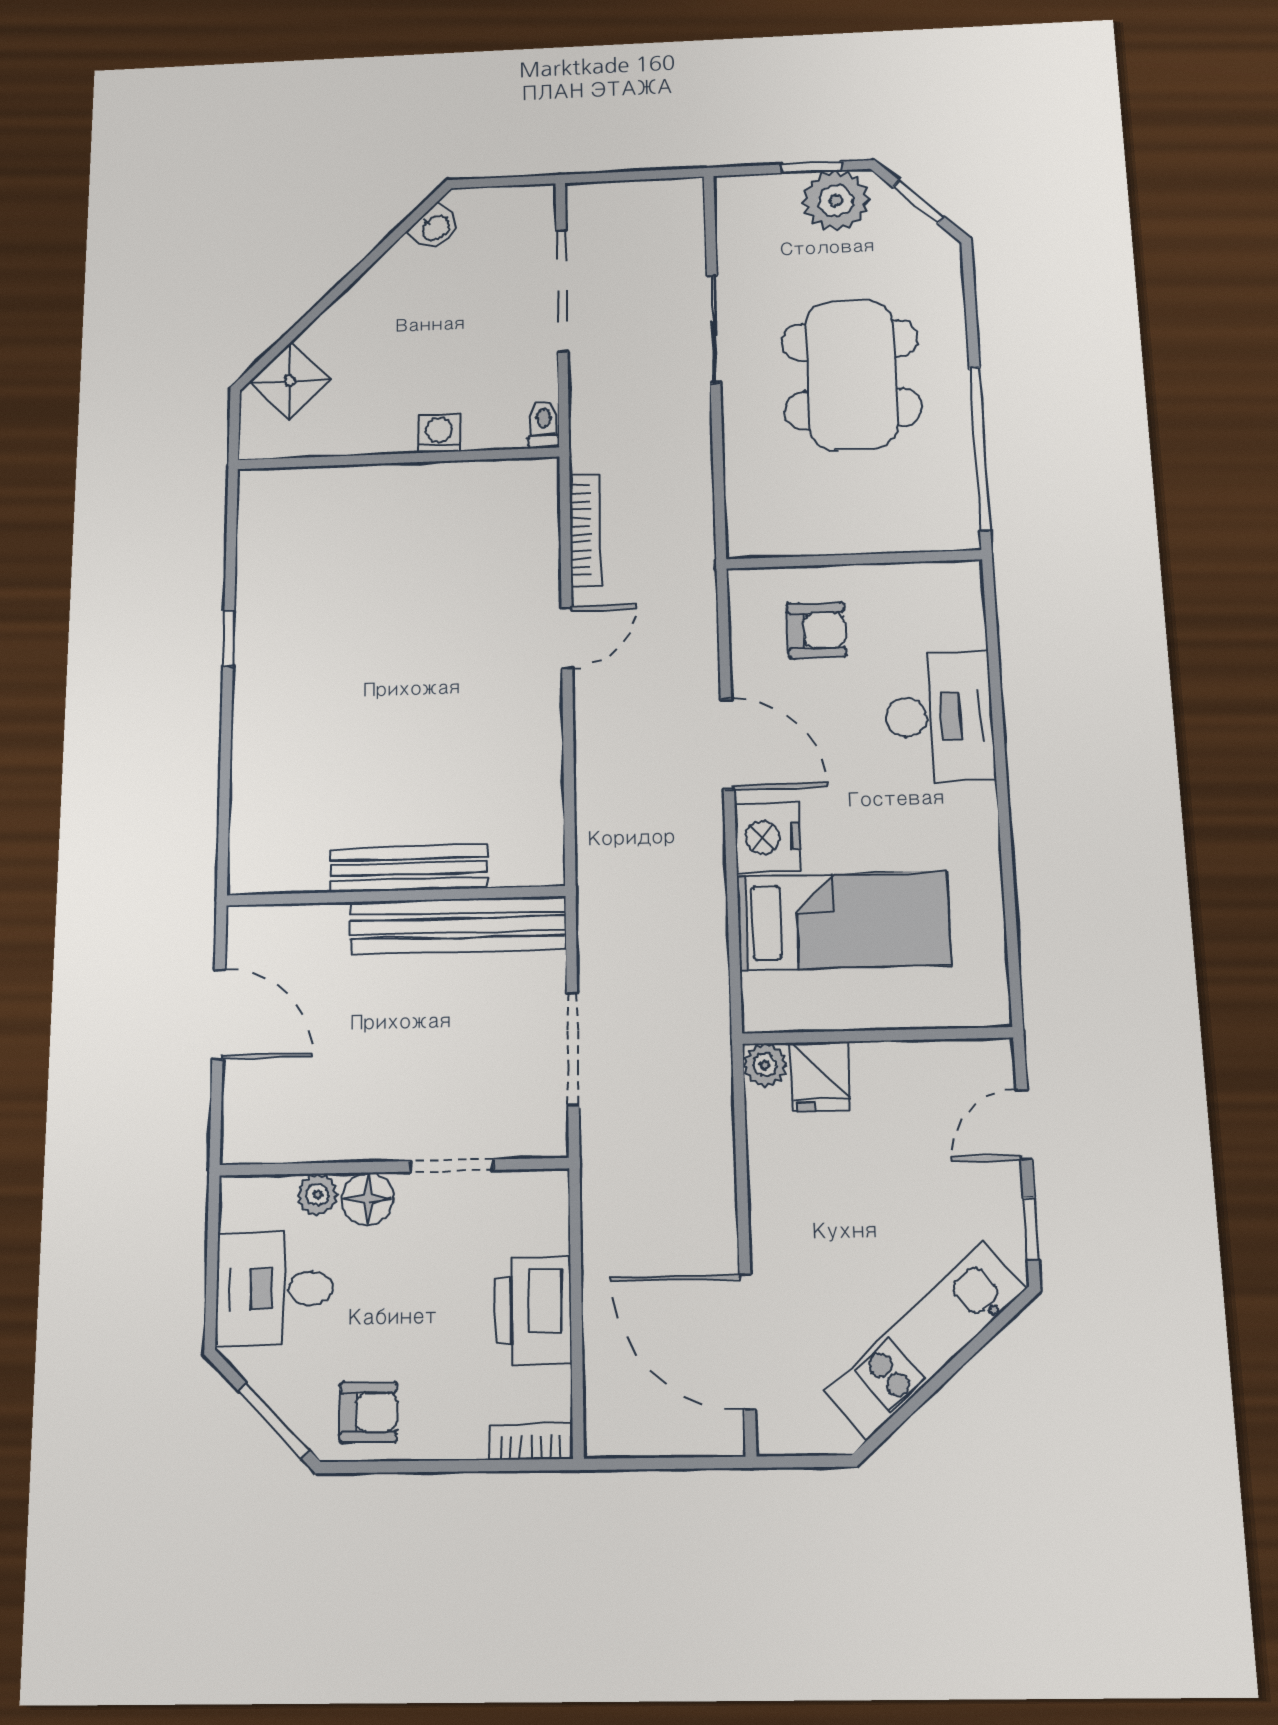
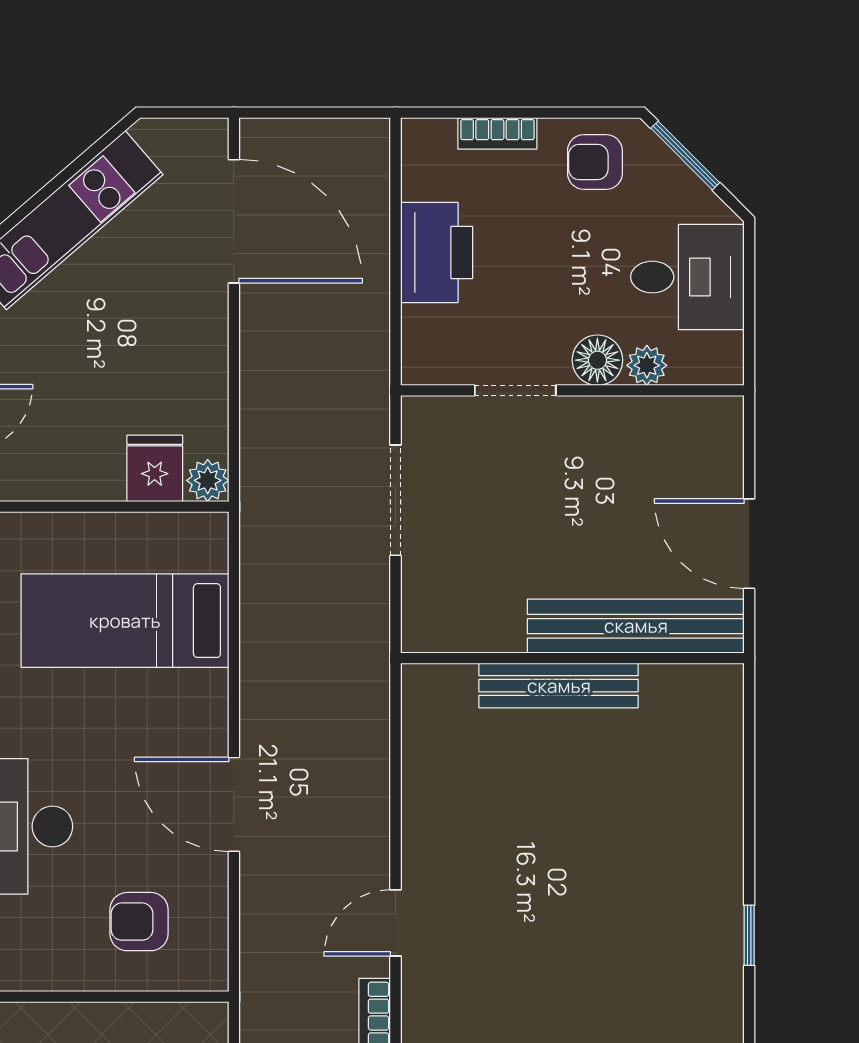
nightstand: (768, 837) -> (197, 707), removed
bench: (458, 926) -> (636, 626), moved
bookcase: (531, 1442) -> (497, 133), moved

